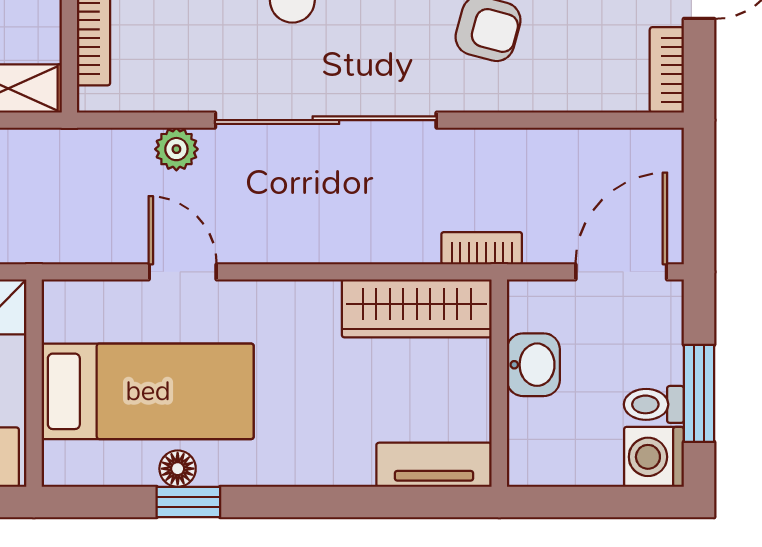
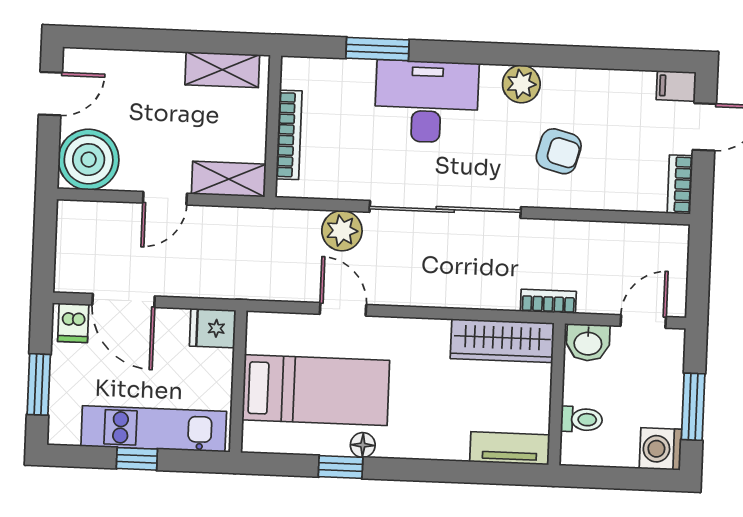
plant: (176, 149) -> (342, 231), width x1.38, depth x1.38
door: (621, 272) -> (643, 321), width x0.73
washbasin: (533, 365) -> (588, 343), moved, turned 90
toilet: (654, 404) -> (581, 419), moved, turned 180
floor lamp: (178, 469) -> (363, 445), moved

